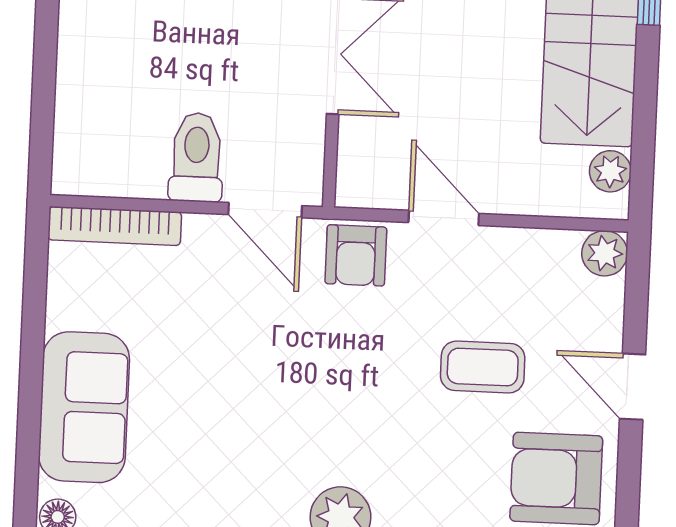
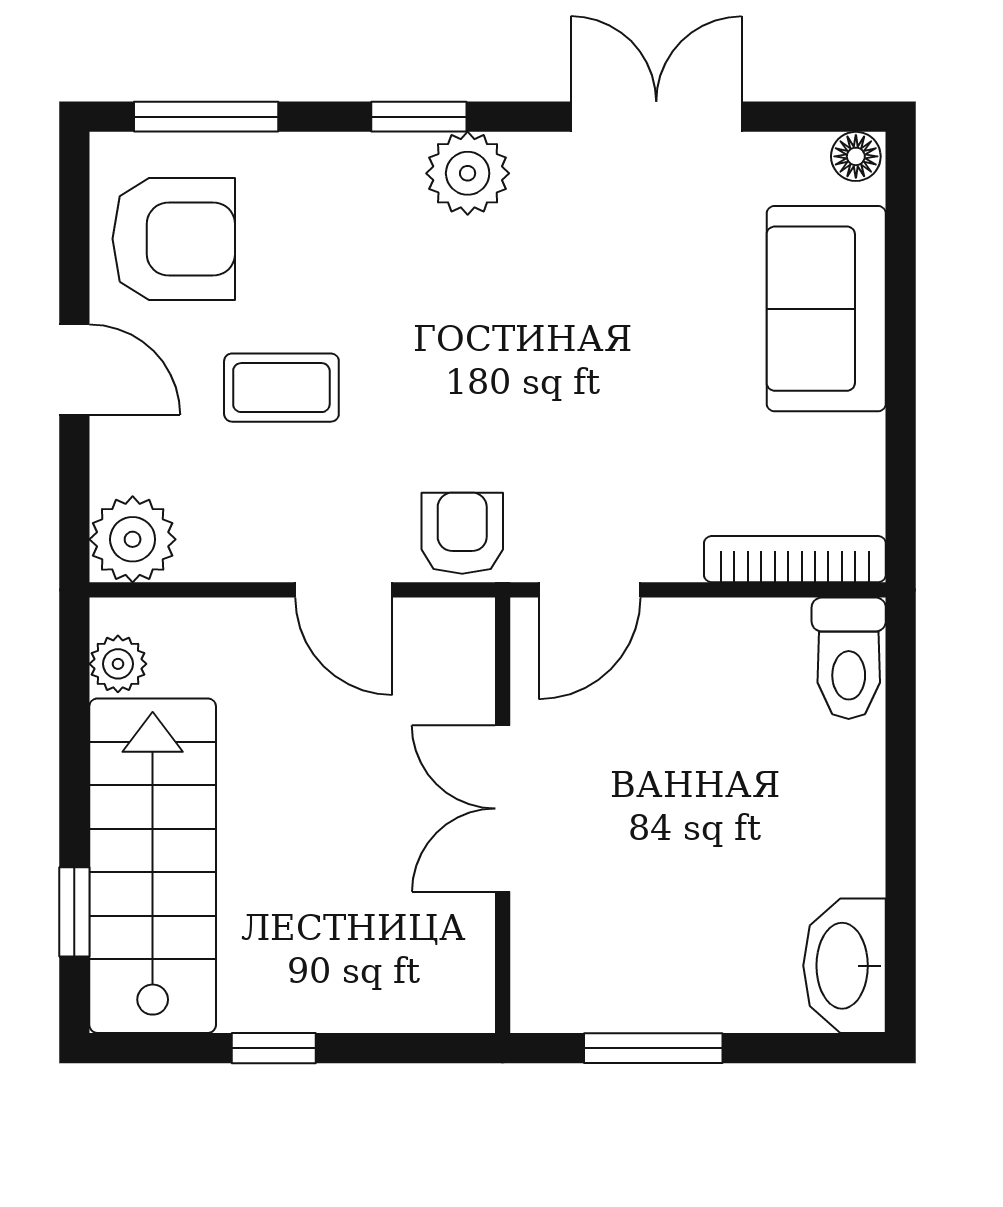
toilet: (196, 157) -> (849, 658), moved
door: (265, 210) -> (589, 590), swing flipped
plant: (605, 253) -> (133, 539), width x1.38, depth x1.38

